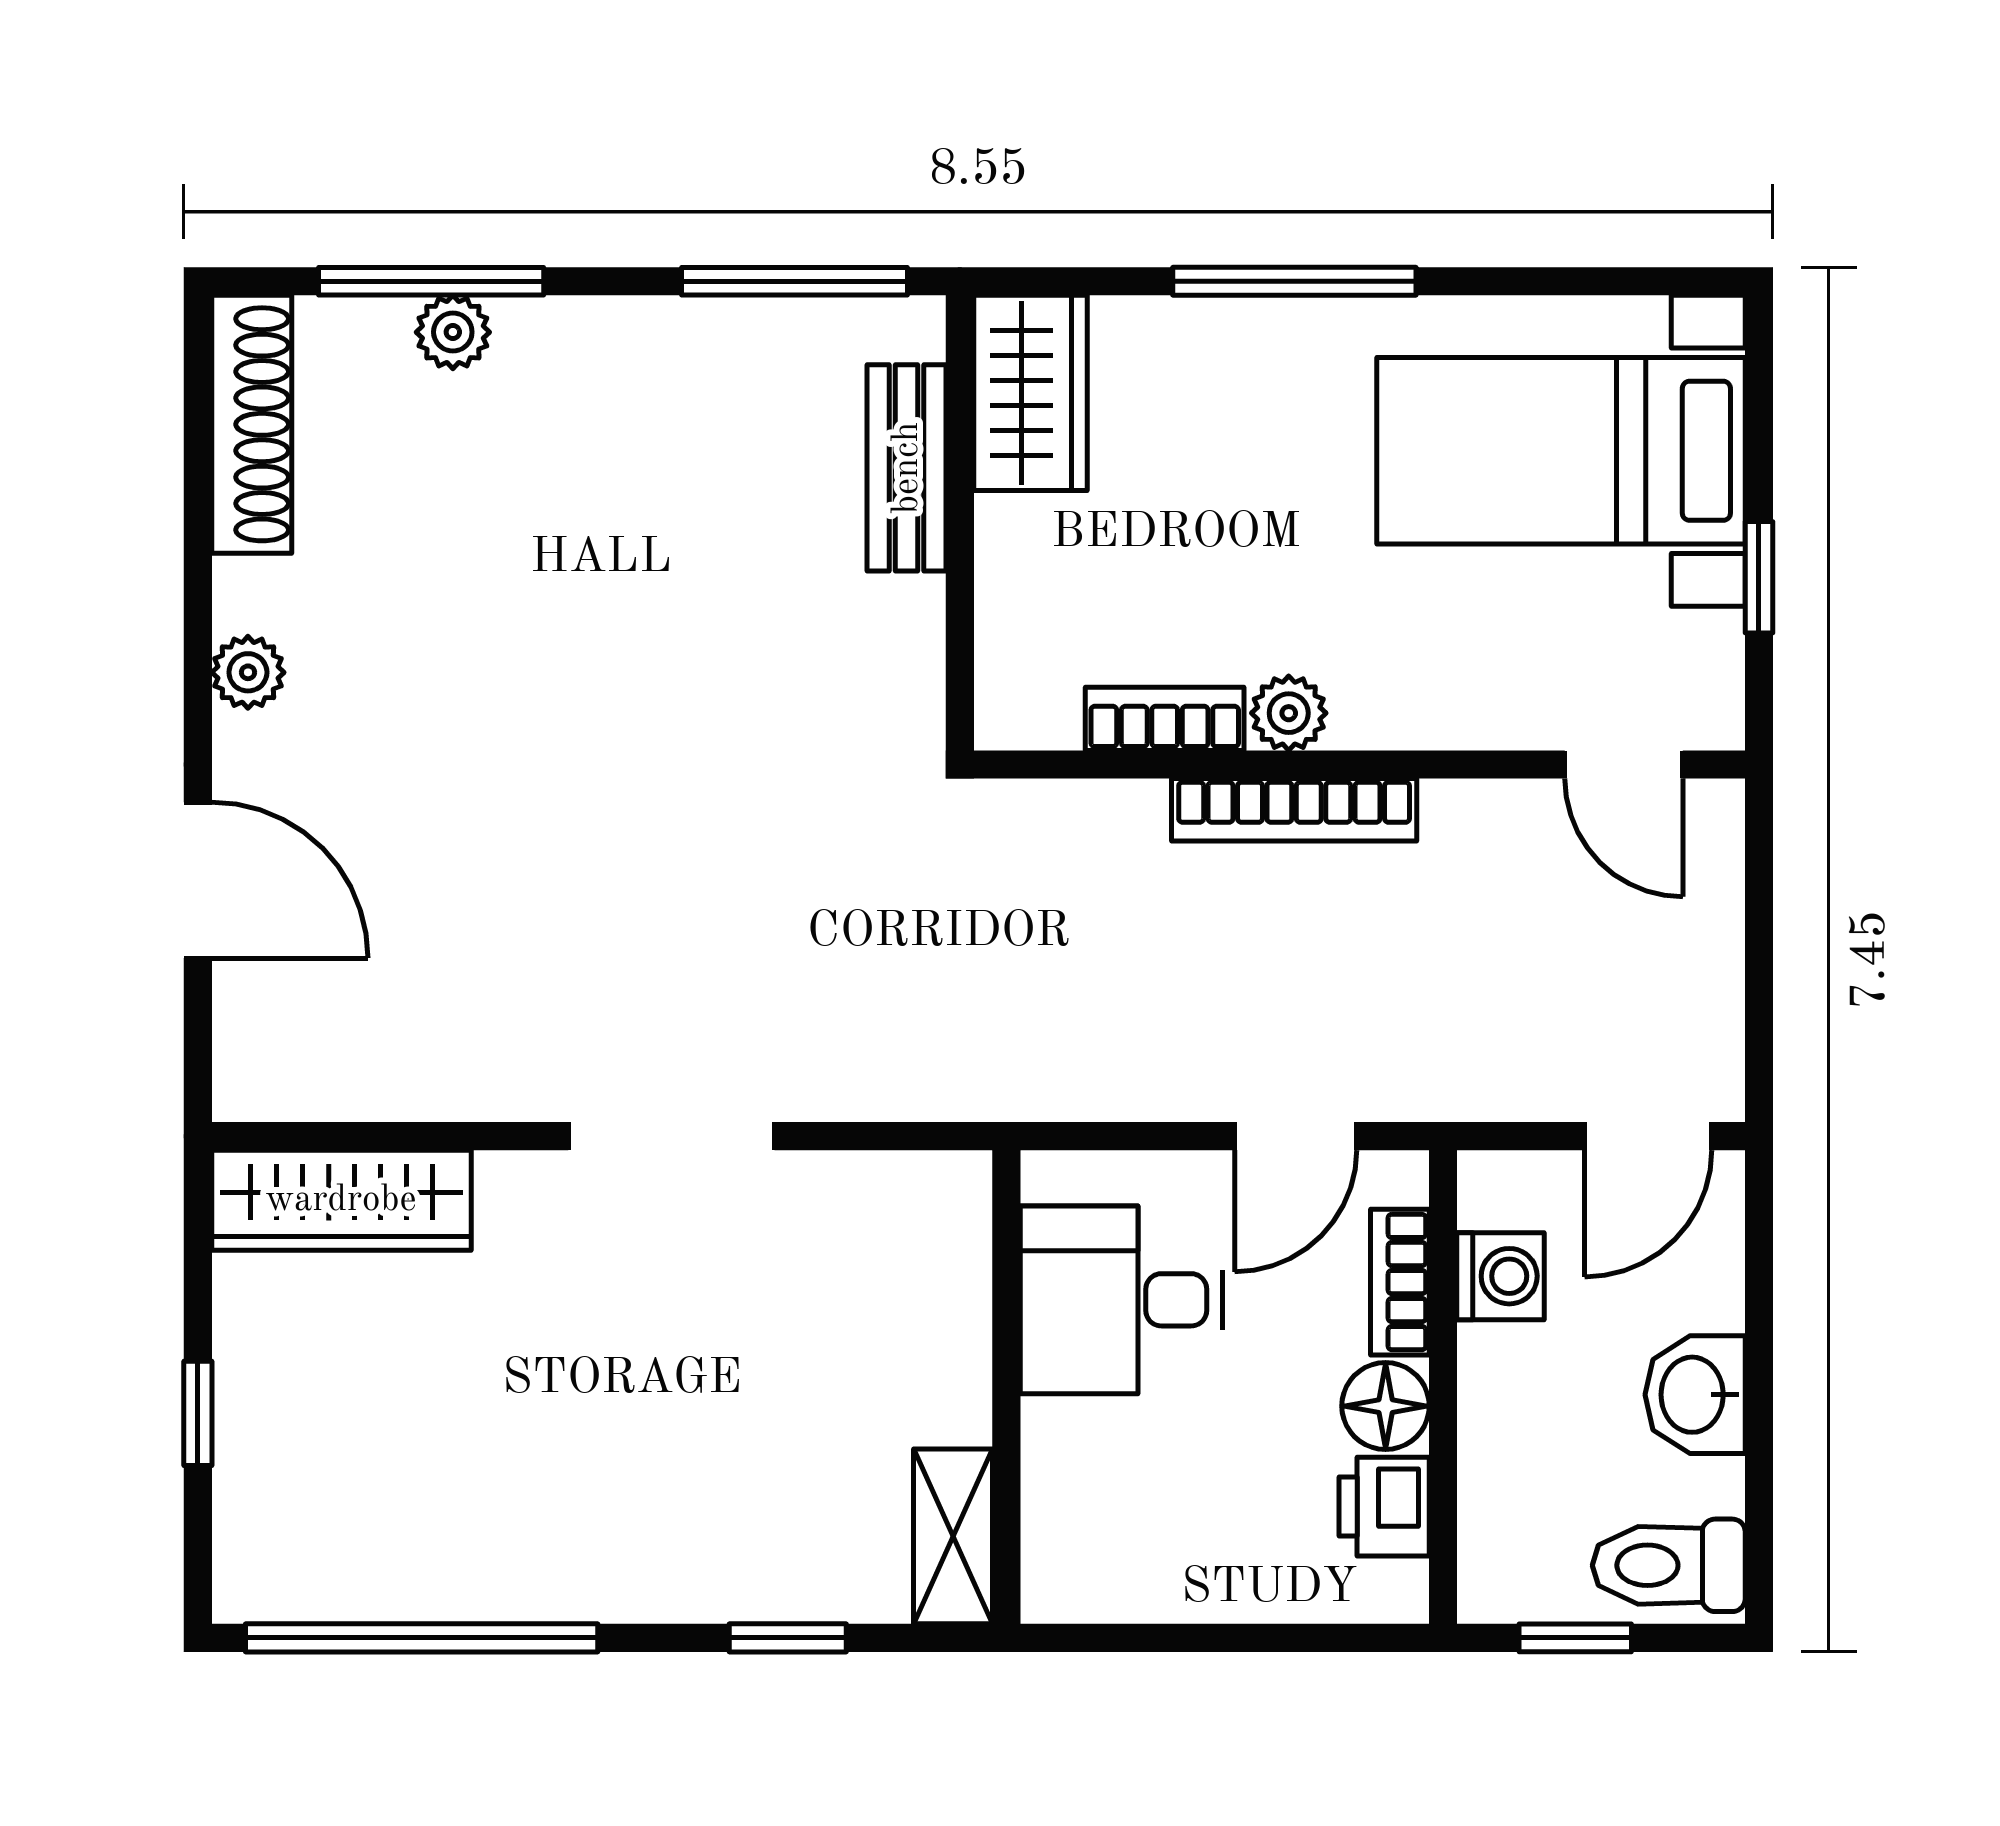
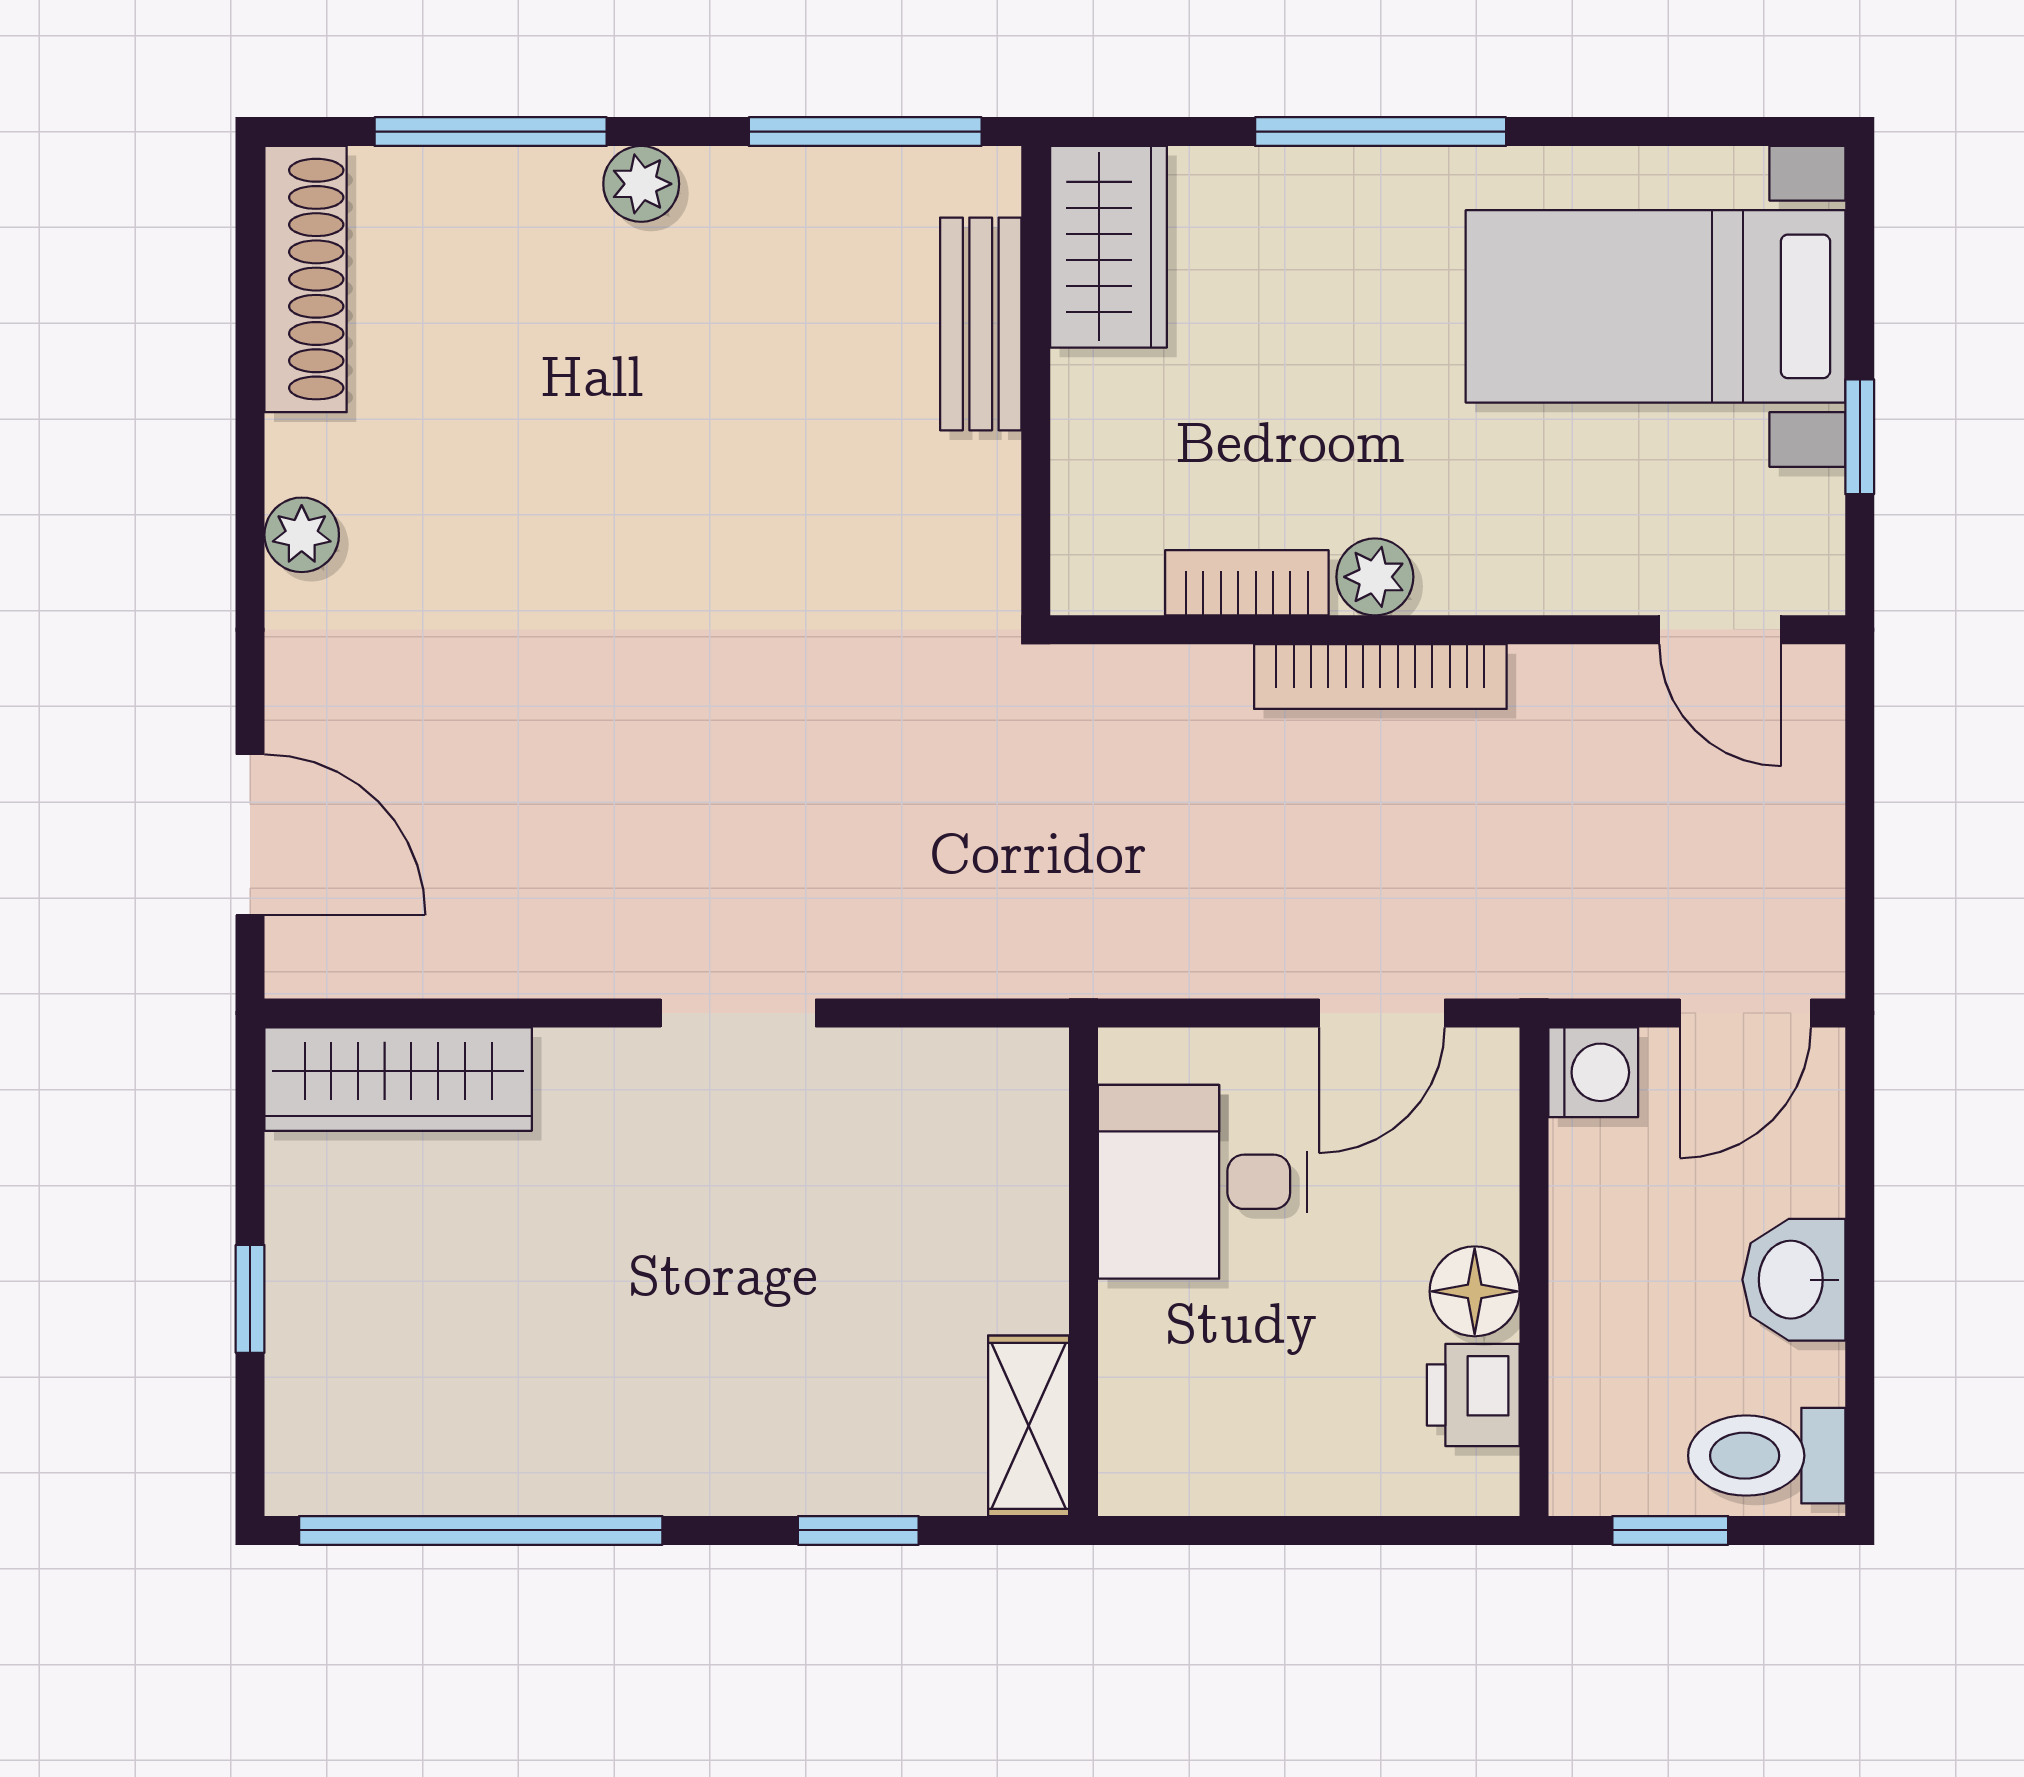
plant: (453, 332) -> (641, 184), moved
door: (198, 880) -> (250, 835), moved
doorway: (671, 1136) -> (738, 1013), width x0.73
washing machine: (1501, 1276) -> (1593, 1072), moved
bookcase: (1400, 1282) -> (1489, 1163), removed

